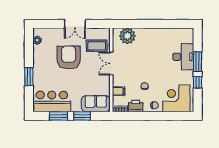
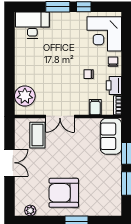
armchair: (69, 57) -> (64, 193), moved
desk: (183, 57) -> (32, 25), moved
bar counter: (52, 102) -> (108, 192), removed

